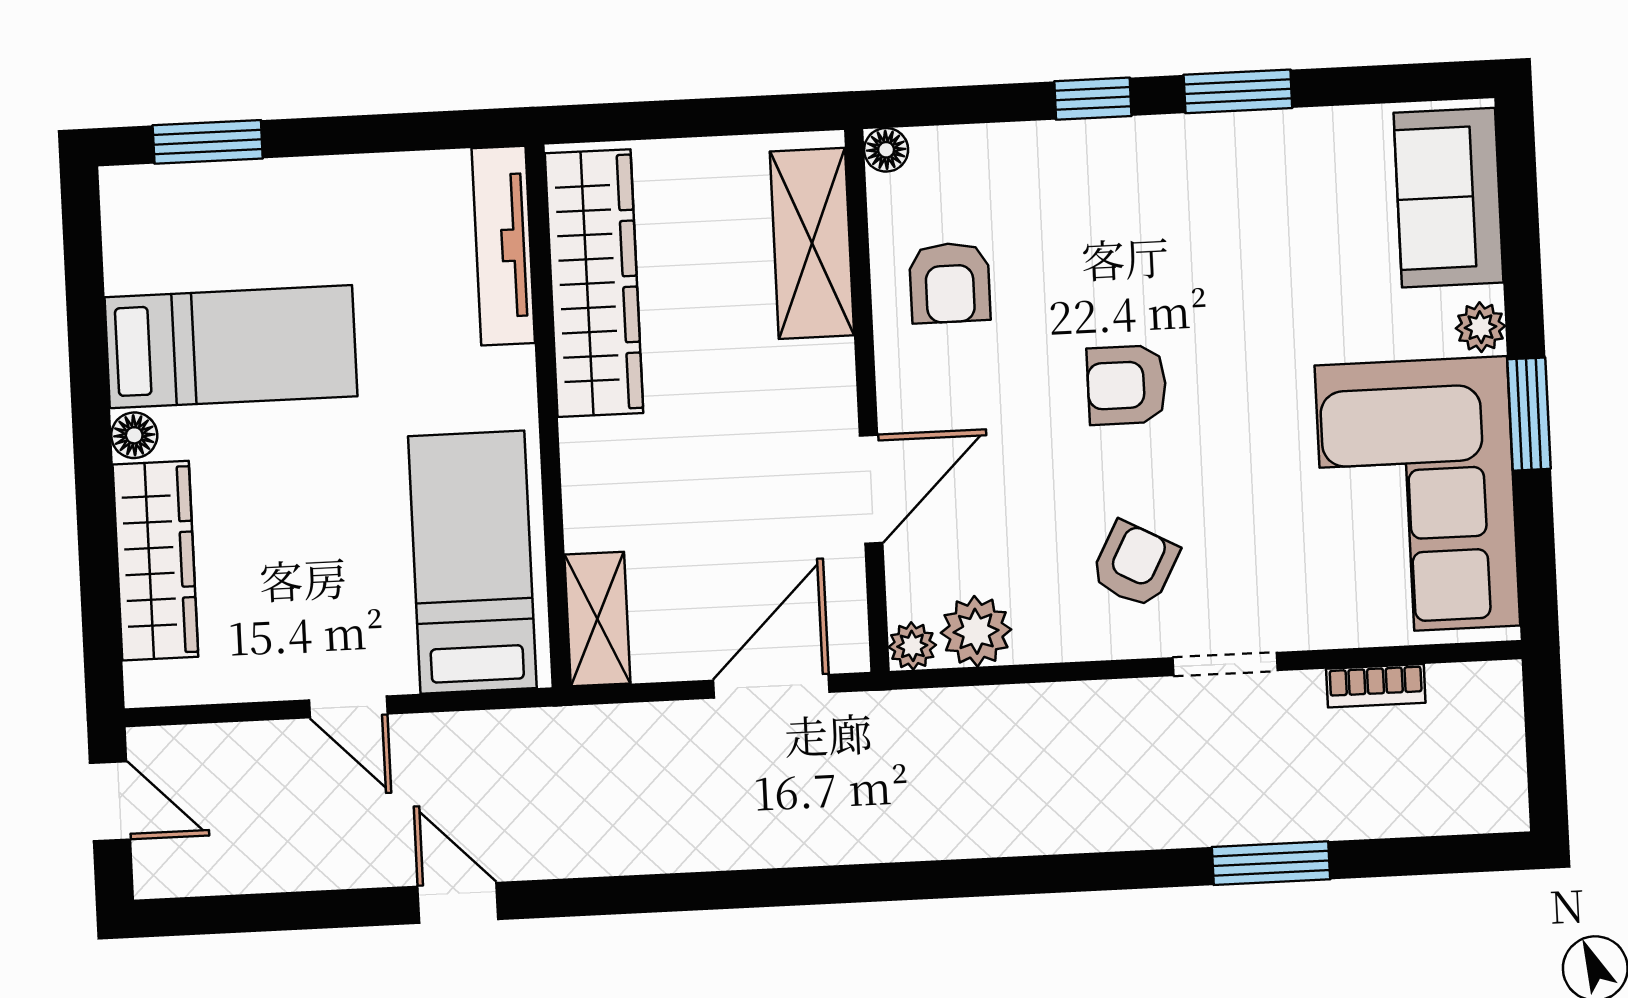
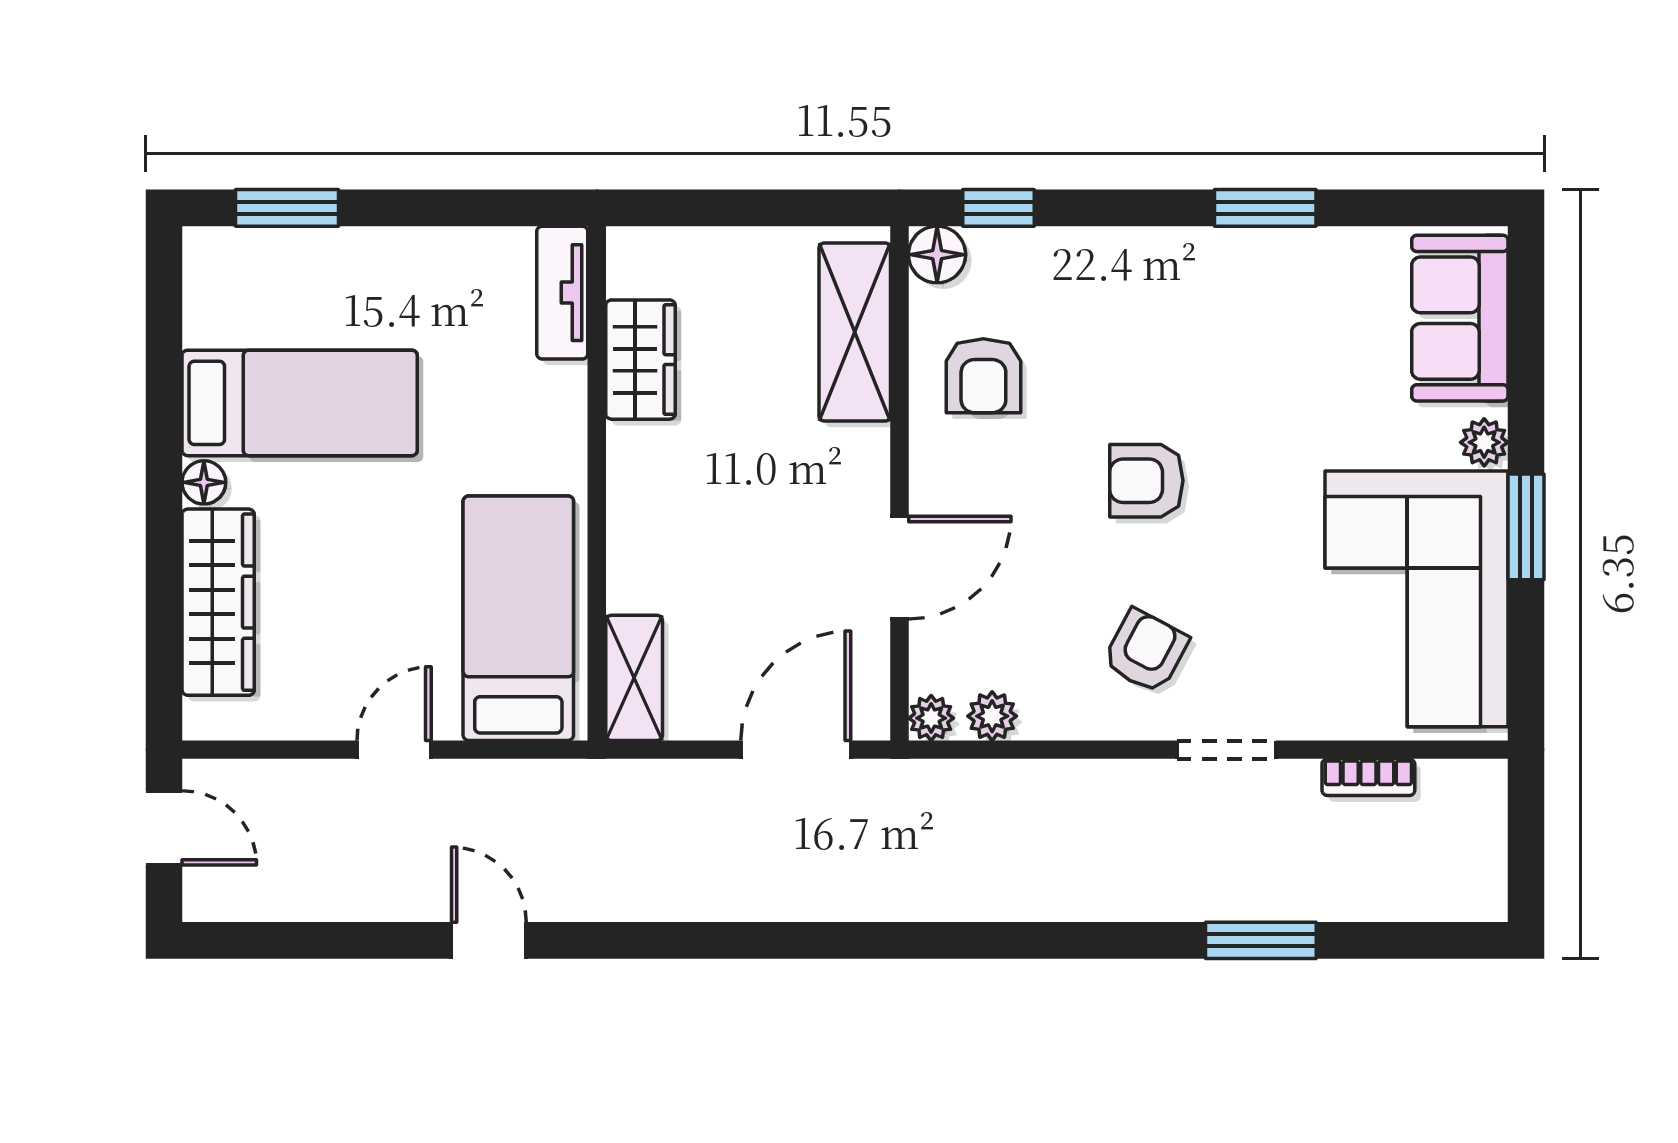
window: (1093, 99) -> (998, 208), moved
floor lamp: (886, 150) -> (937, 255), width x1.37, depth x1.37
tv unit: (503, 246) -> (562, 293), width x0.71
wardrobe: (594, 283) -> (641, 360), width x0.48, depth x0.85
plant: (976, 631) -> (992, 716), width x0.73, depth x0.73
door: (348, 707) -> (394, 750), swing flipped

